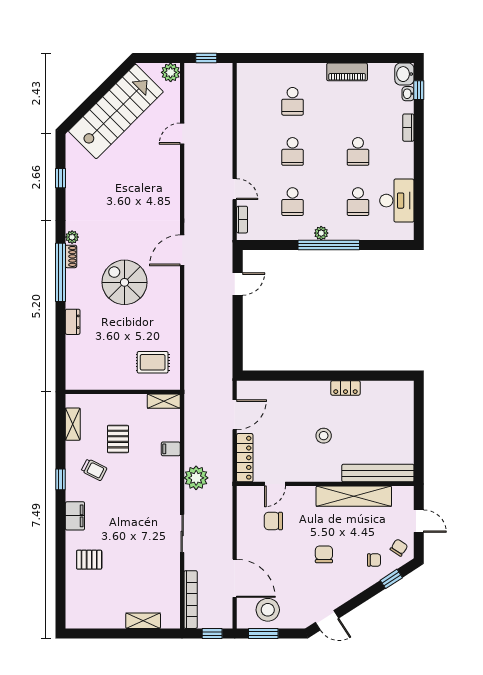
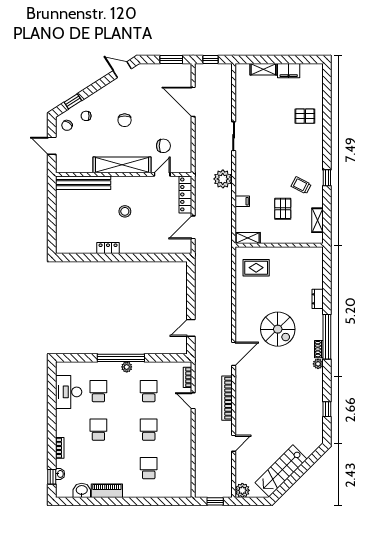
washbasin: (404, 74) -> (82, 490), moved, turned -90
stairs: (116, 111) -> (281, 471), width x0.73, depth x0.66
shelving: (354, 496) -> (122, 165), moved
filing cabinet: (75, 516) -> (289, 71), moved, turned -90
bookcase: (191, 600) -> (227, 398), moved
stool: (268, 610) -> (168, 78), removed

